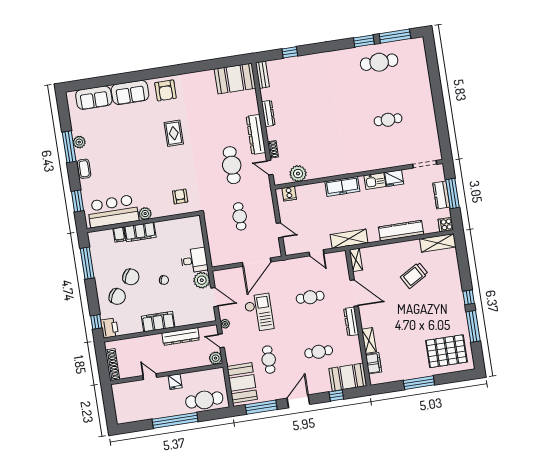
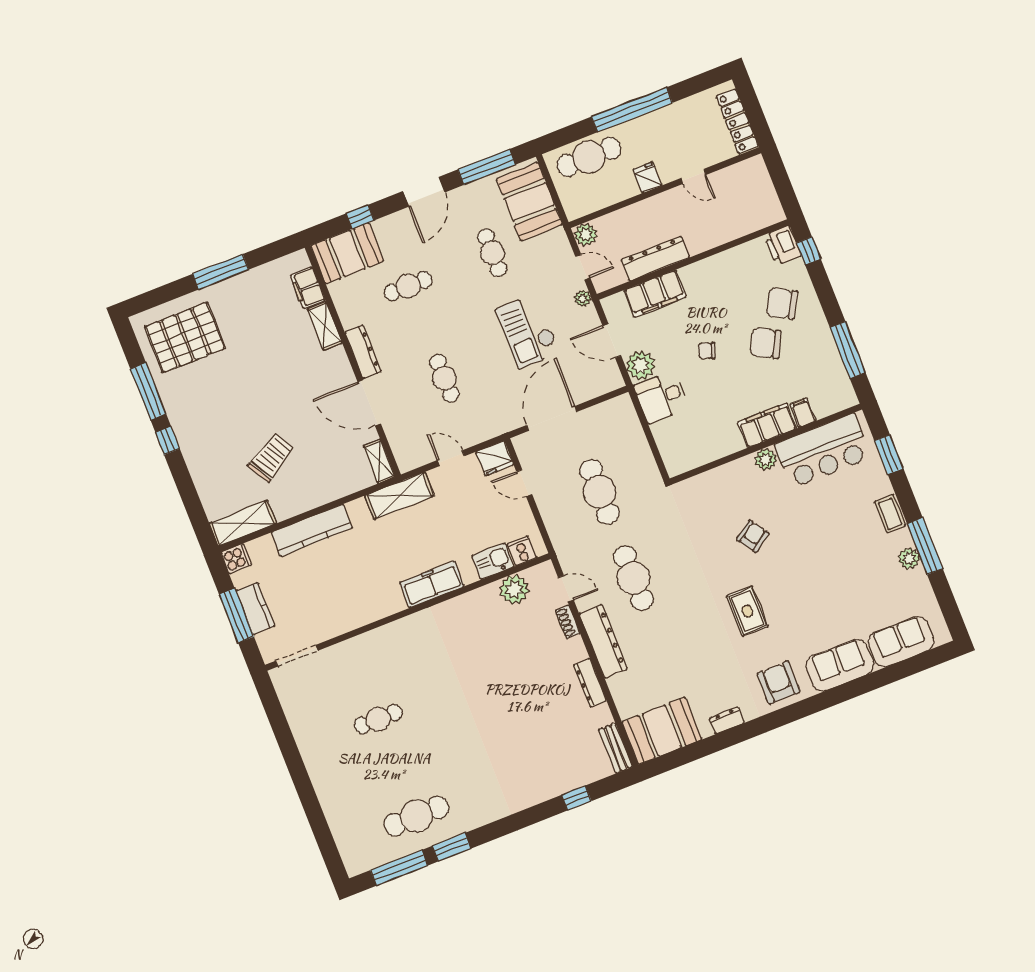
dresser: (198, 76) -> (727, 720), added
fridge: (394, 178) -> (495, 458), moved, turned 180
kitchen sink: (375, 181) -> (493, 561), moved
armchair: (180, 196) -> (753, 536), moved, turned -125
cafe table: (240, 216) -> (599, 492), width x1.37, depth x1.35
cafe table: (310, 297) -> (444, 378), turned 90
filing cabinet: (158, 322) -> (655, 294), moved
shoe rack: (112, 365) -> (763, 182), removed
locker: (119, 401) -> (737, 121), added

